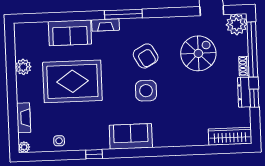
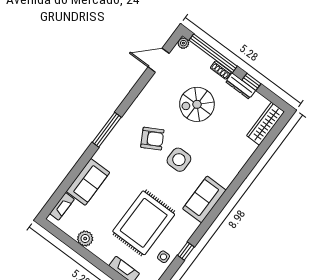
plant: (237, 24) -> (183, 43), width x0.53, depth x0.53
fireplace: (106, 25) -> (62, 206), moved
spiral stairs: (198, 53) -> (197, 104), moved, turned -90
rug: (72, 81) -> (144, 223), moved
window: (94, 154) -> (186, 251), moved

